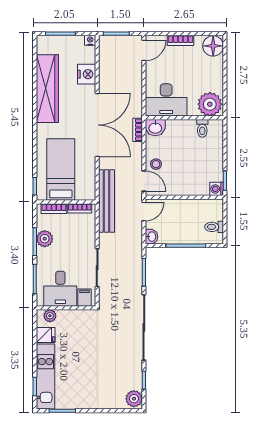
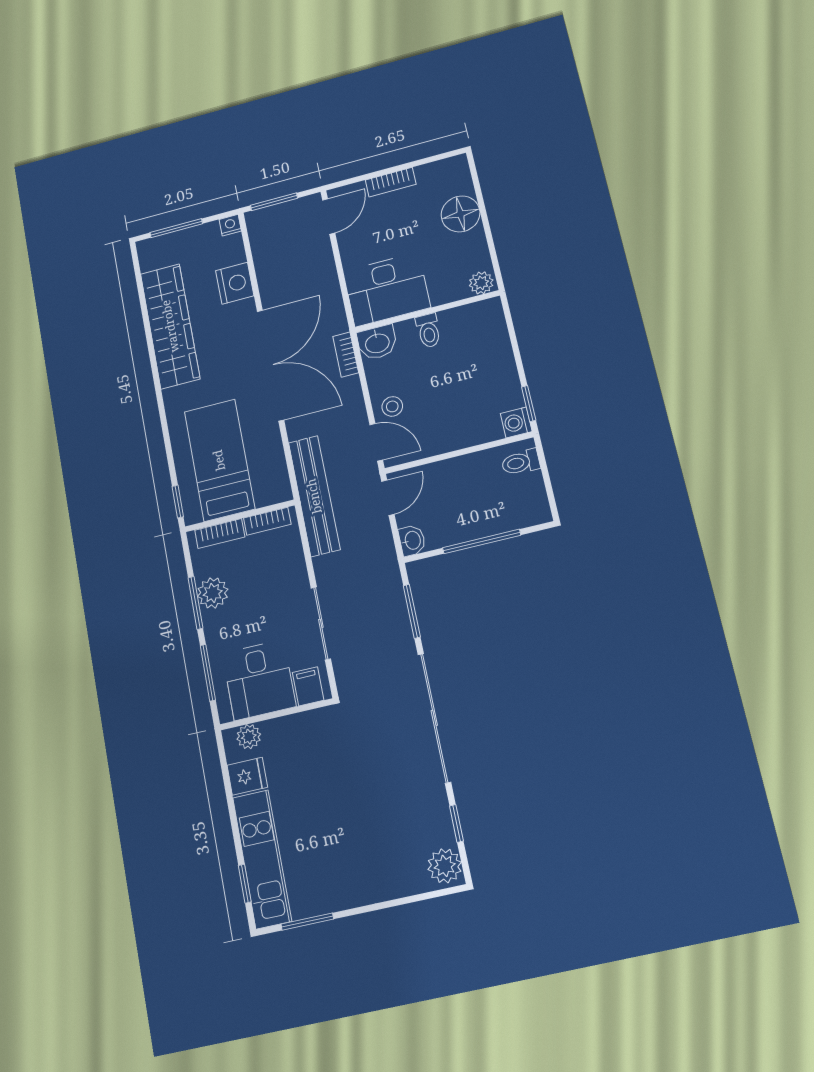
floor lamp: (213, 46) -> (461, 214), moved
plant: (210, 104) -> (481, 283), width x0.53, depth x0.53
toilet: (202, 128) -> (428, 331), moved
toilet: (214, 227) -> (521, 462), moved

